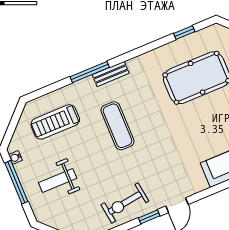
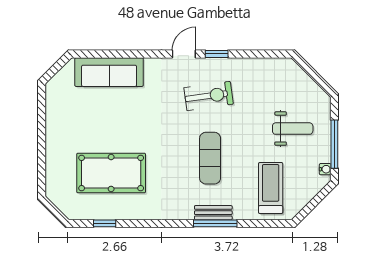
bench: (111, 74) -> (213, 213), moved
treadmill: (55, 122) -> (271, 188), turned -90
exercise bike: (125, 203) -> (209, 96), moved

